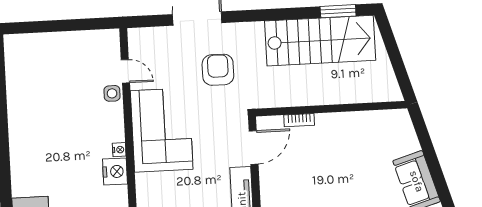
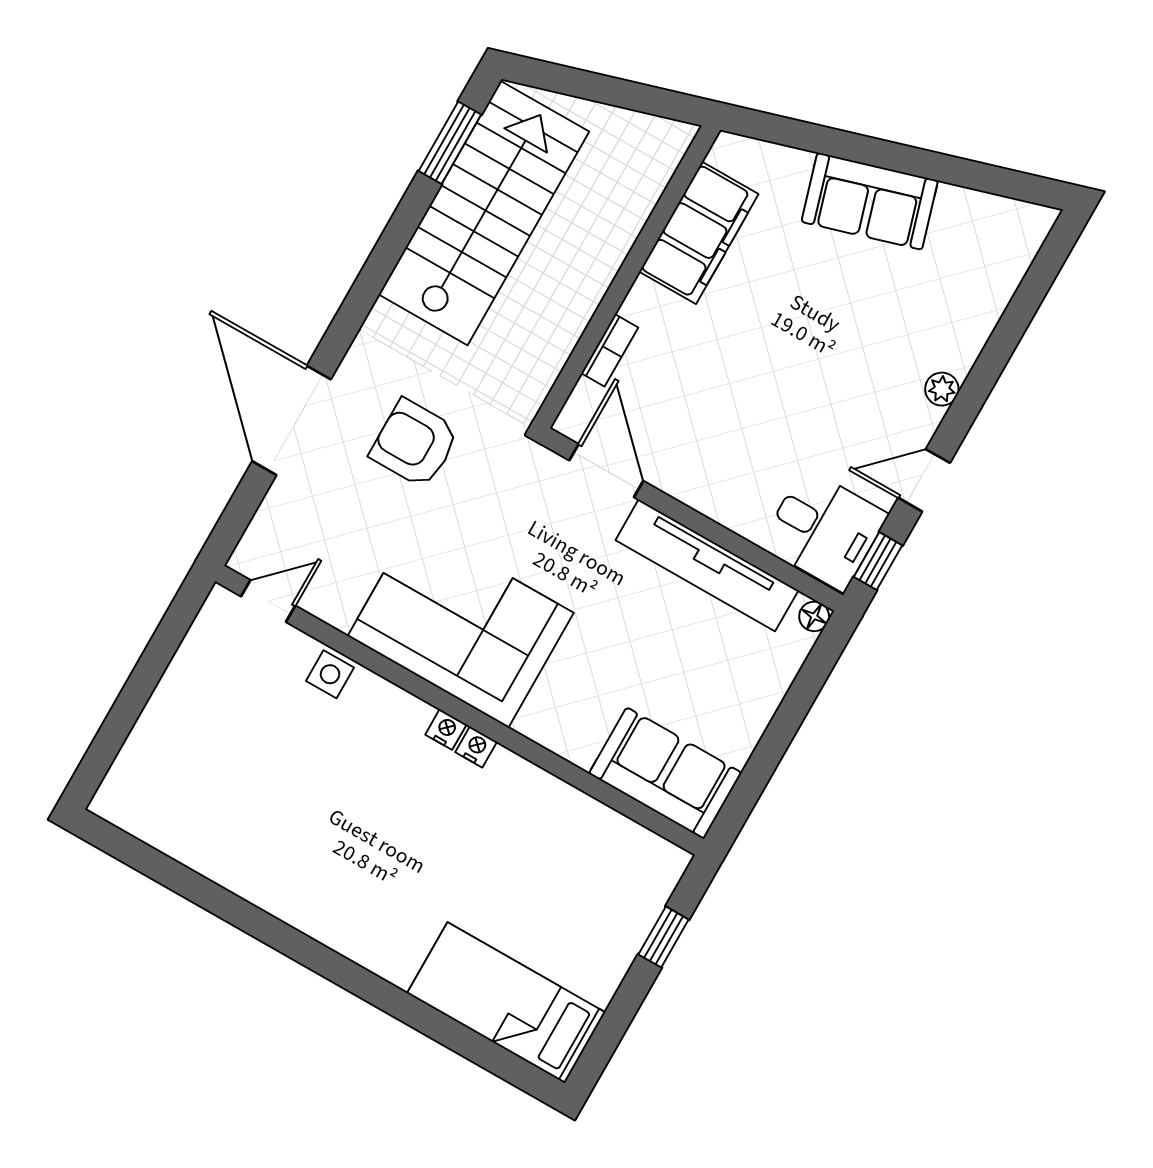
door: (125, 71) -> (268, 601), moved
filing cabinet: (364, 125) -> (699, 233), added
nightstand: (115, 172) -> (476, 747), width x0.53, depth x0.56

